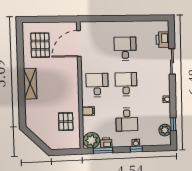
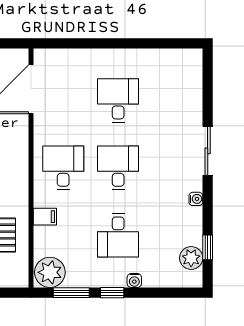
printer: (163, 40) -> (190, 85), removed
sliding door: (172, 61) -> (208, 151), moved
printer: (106, 143) -> (77, 278), removed
window: (136, 149) -> (112, 293), moved

